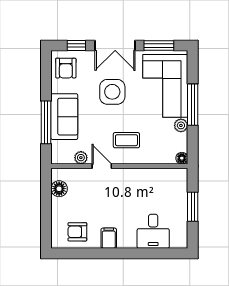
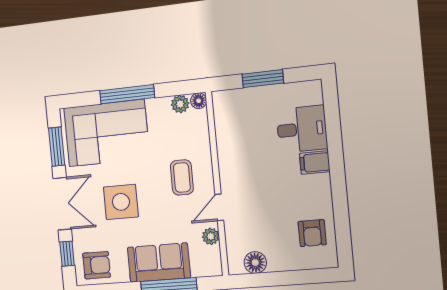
plant: (181, 125) -> (180, 104), moved
filing cabinet: (109, 238) -> (315, 163), moved

